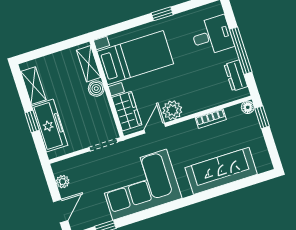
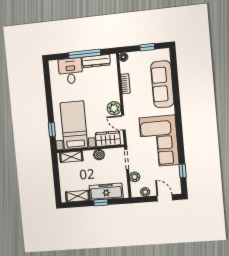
window: (162, 14) -> (52, 129), moved
dresser: (236, 75) -> (96, 61), width x1.44
boiler: (96, 89) -> (99, 155), moved
window: (262, 117) -> (147, 47), moved
plant: (81, 162) -> (135, 177), added

